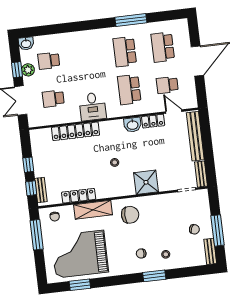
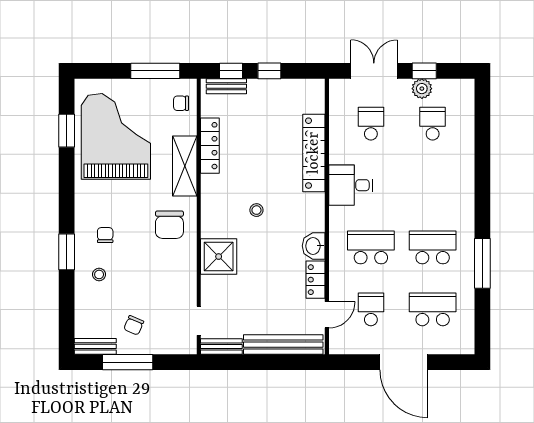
washbasin: (26, 44) -> (465, 90), removed

